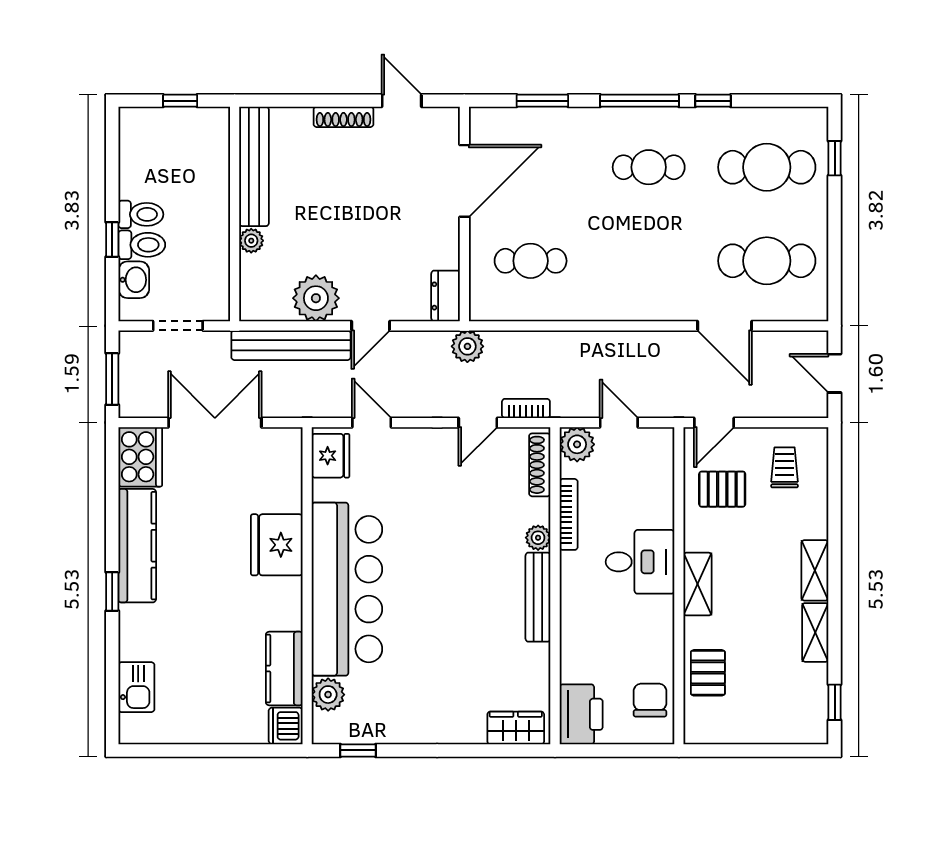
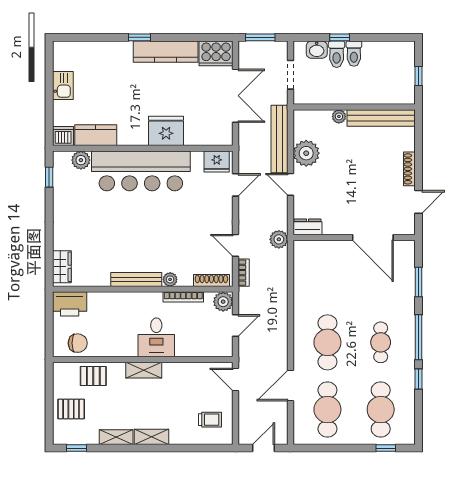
cafe table: (531, 261) -> (327, 342), moved, width x1.37, depth x1.35
pallet: (722, 489) -> (71, 409), moved, turned 90
kitchen sink: (136, 687) -> (63, 86), moved, turned -90

